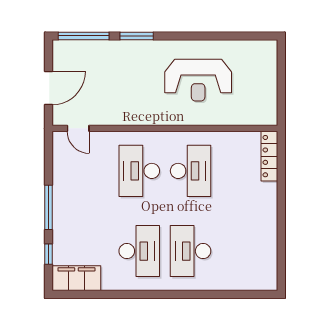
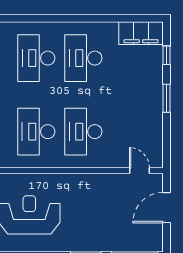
desk: (139, 171) -> (83, 132), turned 180
window: (49, 207) -> (167, 98), width x0.69
desk: (191, 251) -> (36, 58), turned 180

